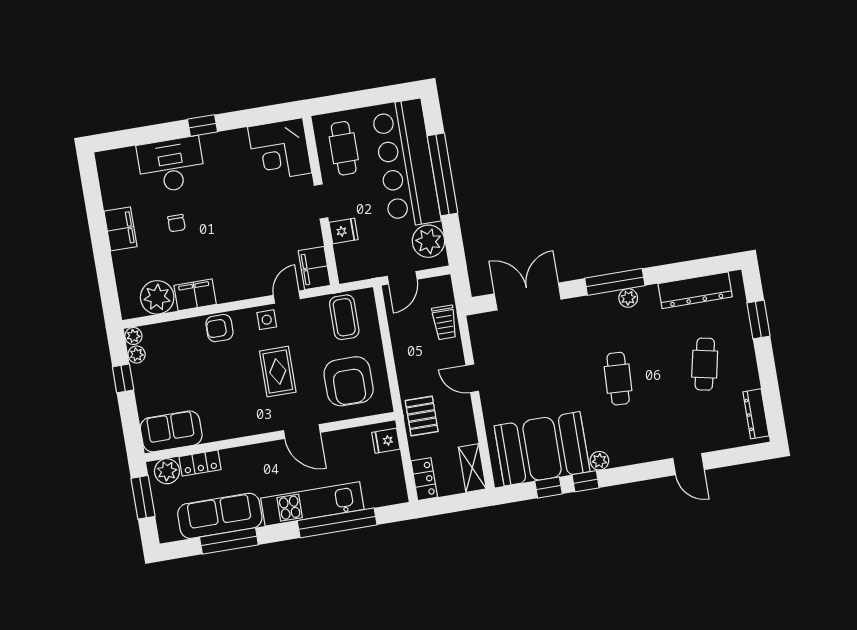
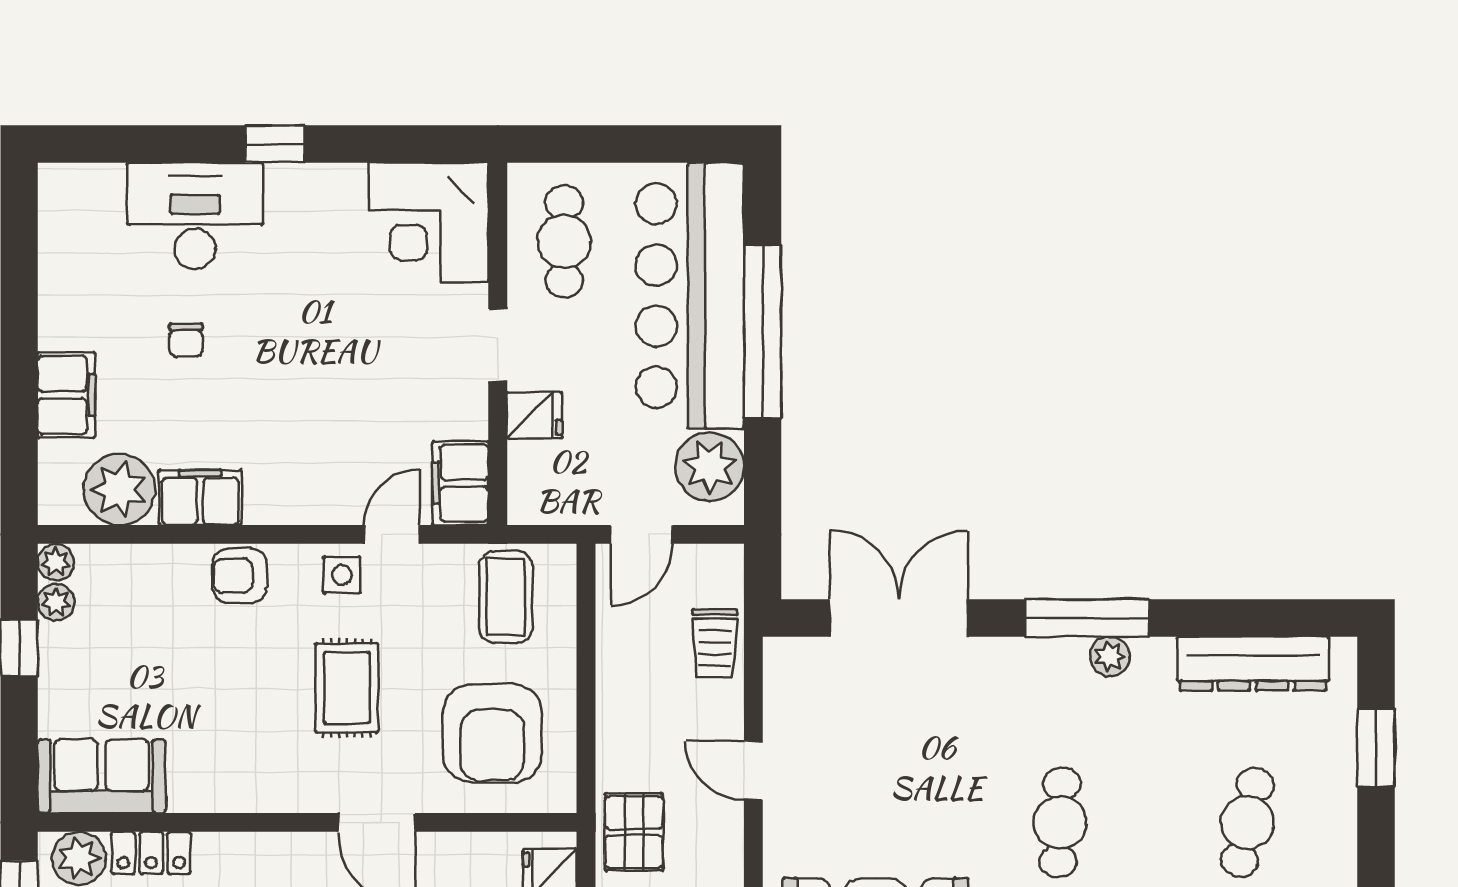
filing cabinet: (121, 229) -> (66, 395), moved

